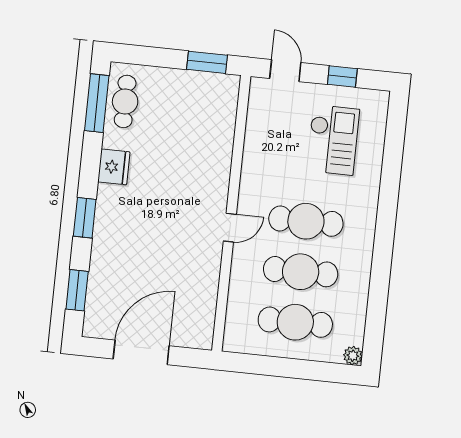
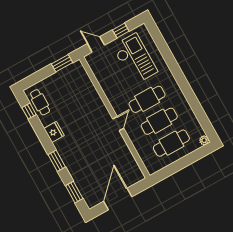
window: (97, 103) -> (29, 111), width x0.46
checkout: (333, 140) -> (135, 59), width x1.36, depth x1.21

